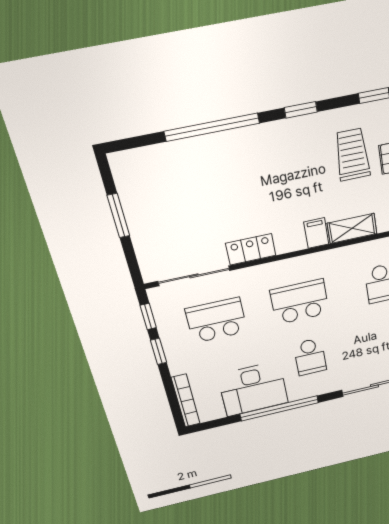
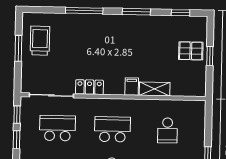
window: (301, 110) -> (136, 12), width x1.50
window: (212, 127) -> (84, 11), width x0.68
trolley: (352, 155) -> (40, 41), moved

